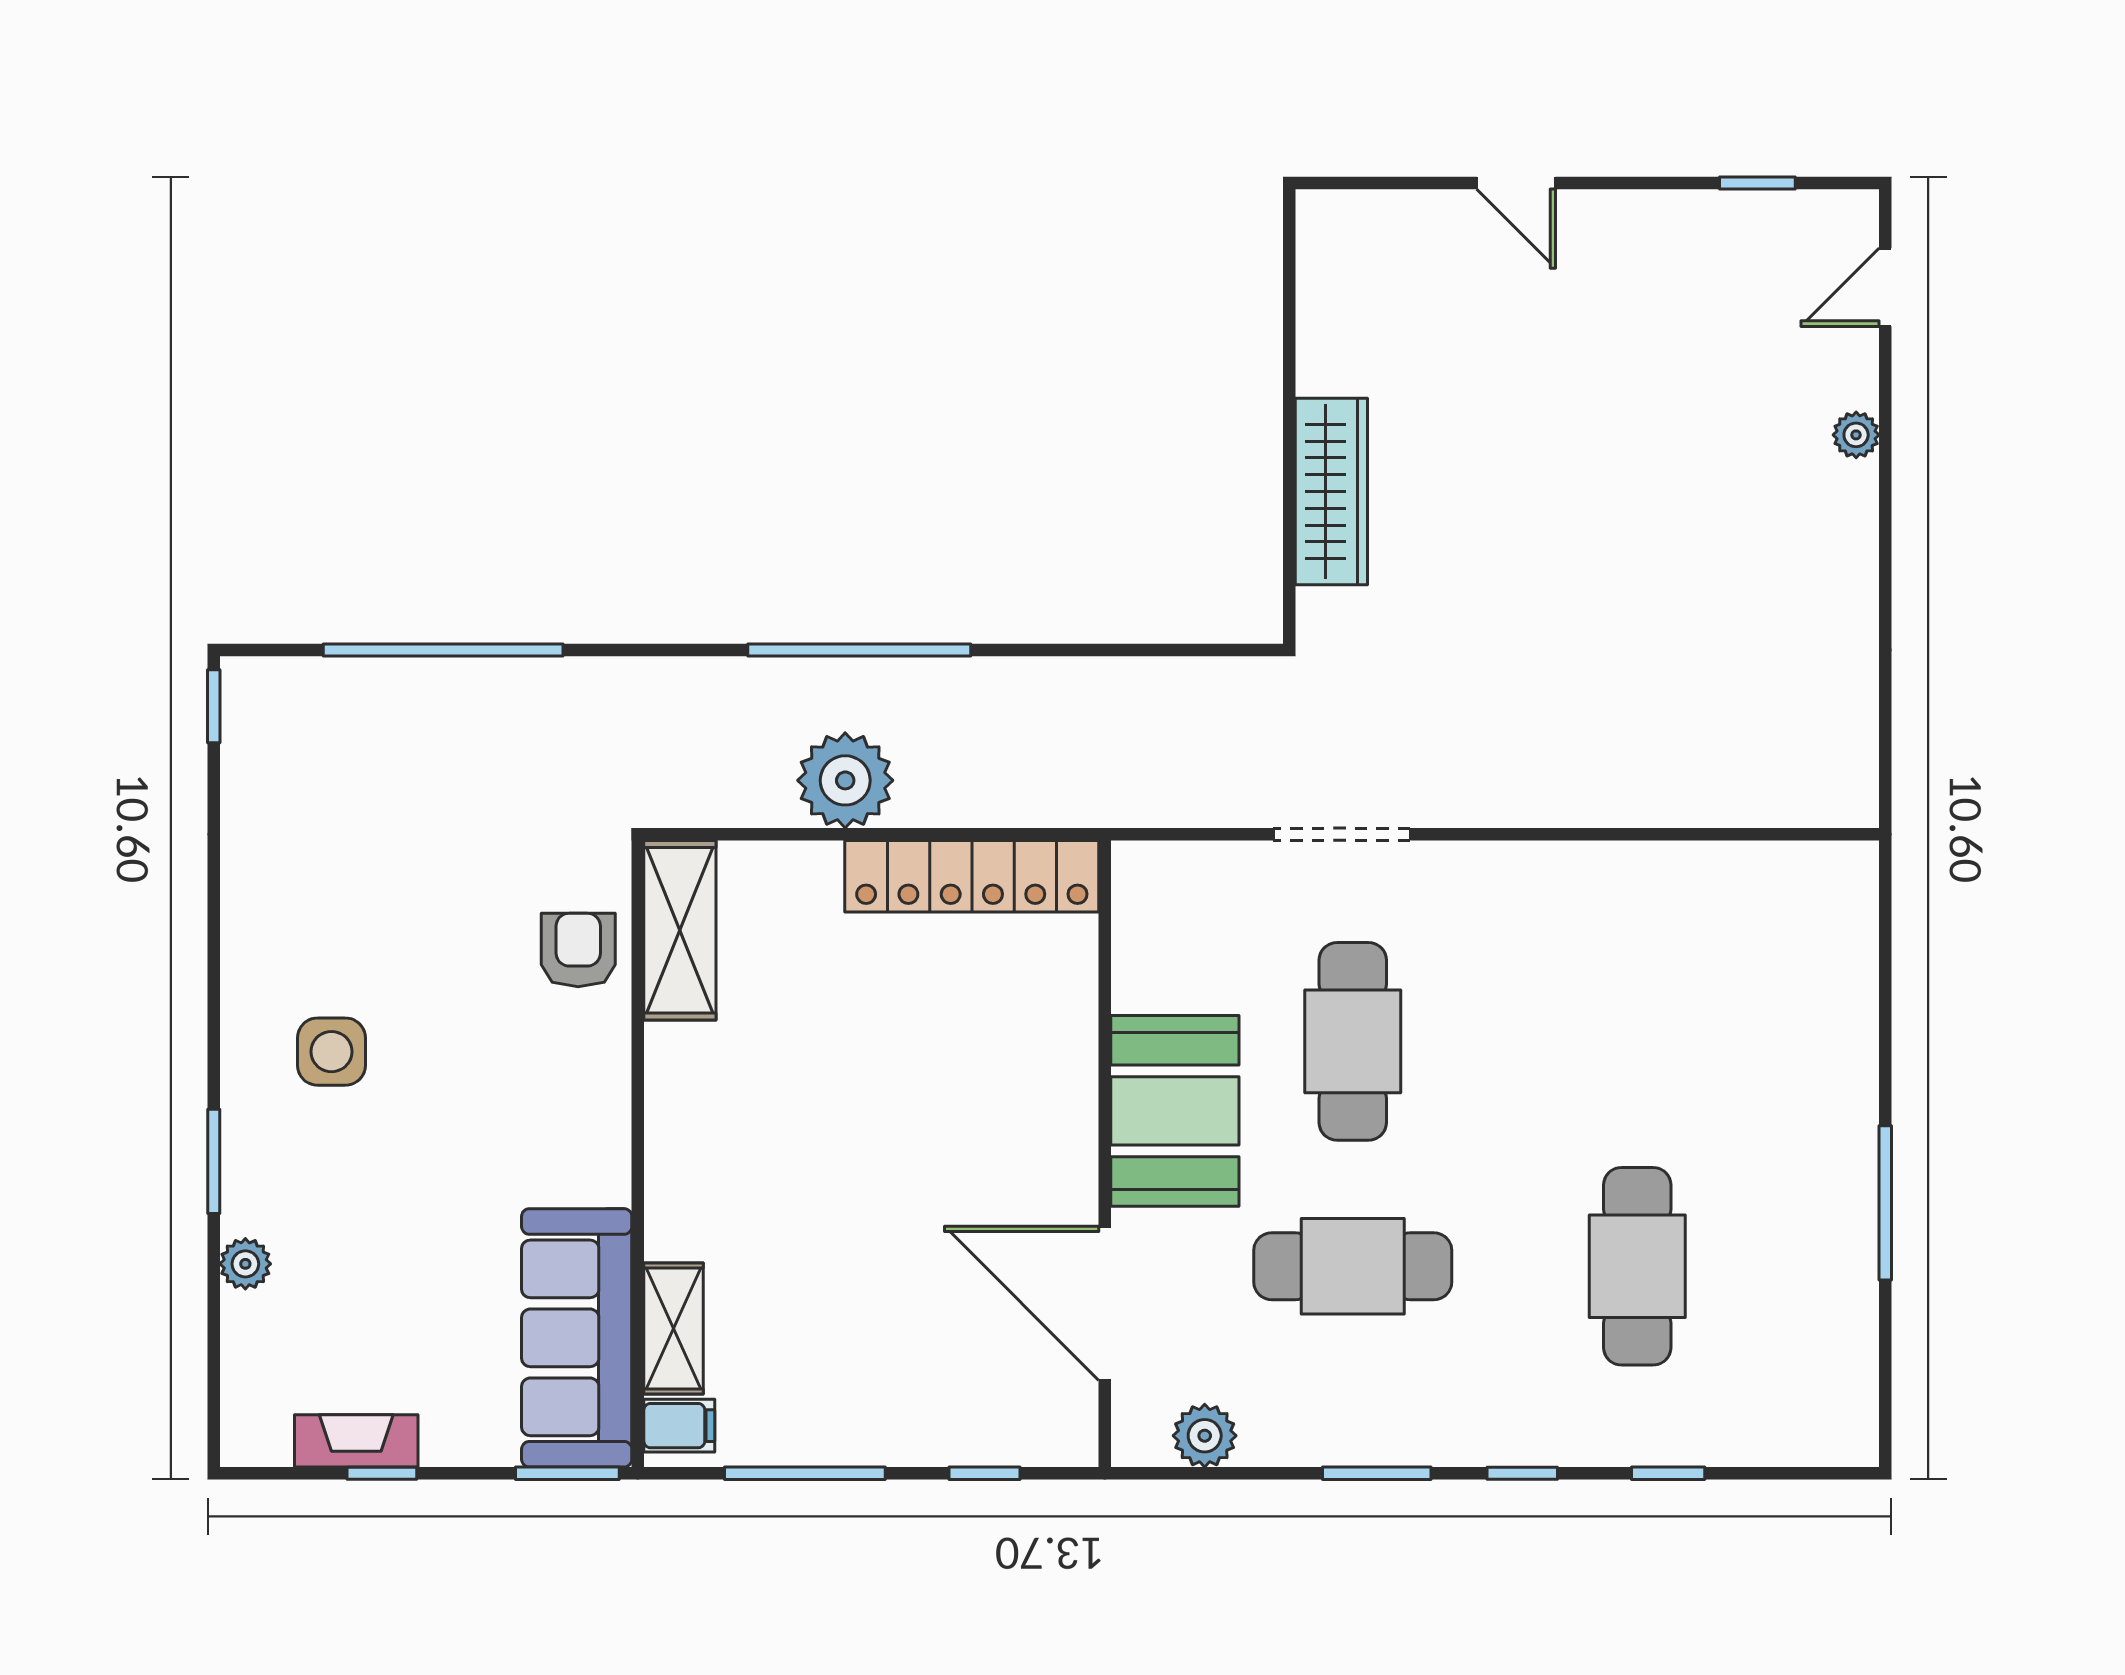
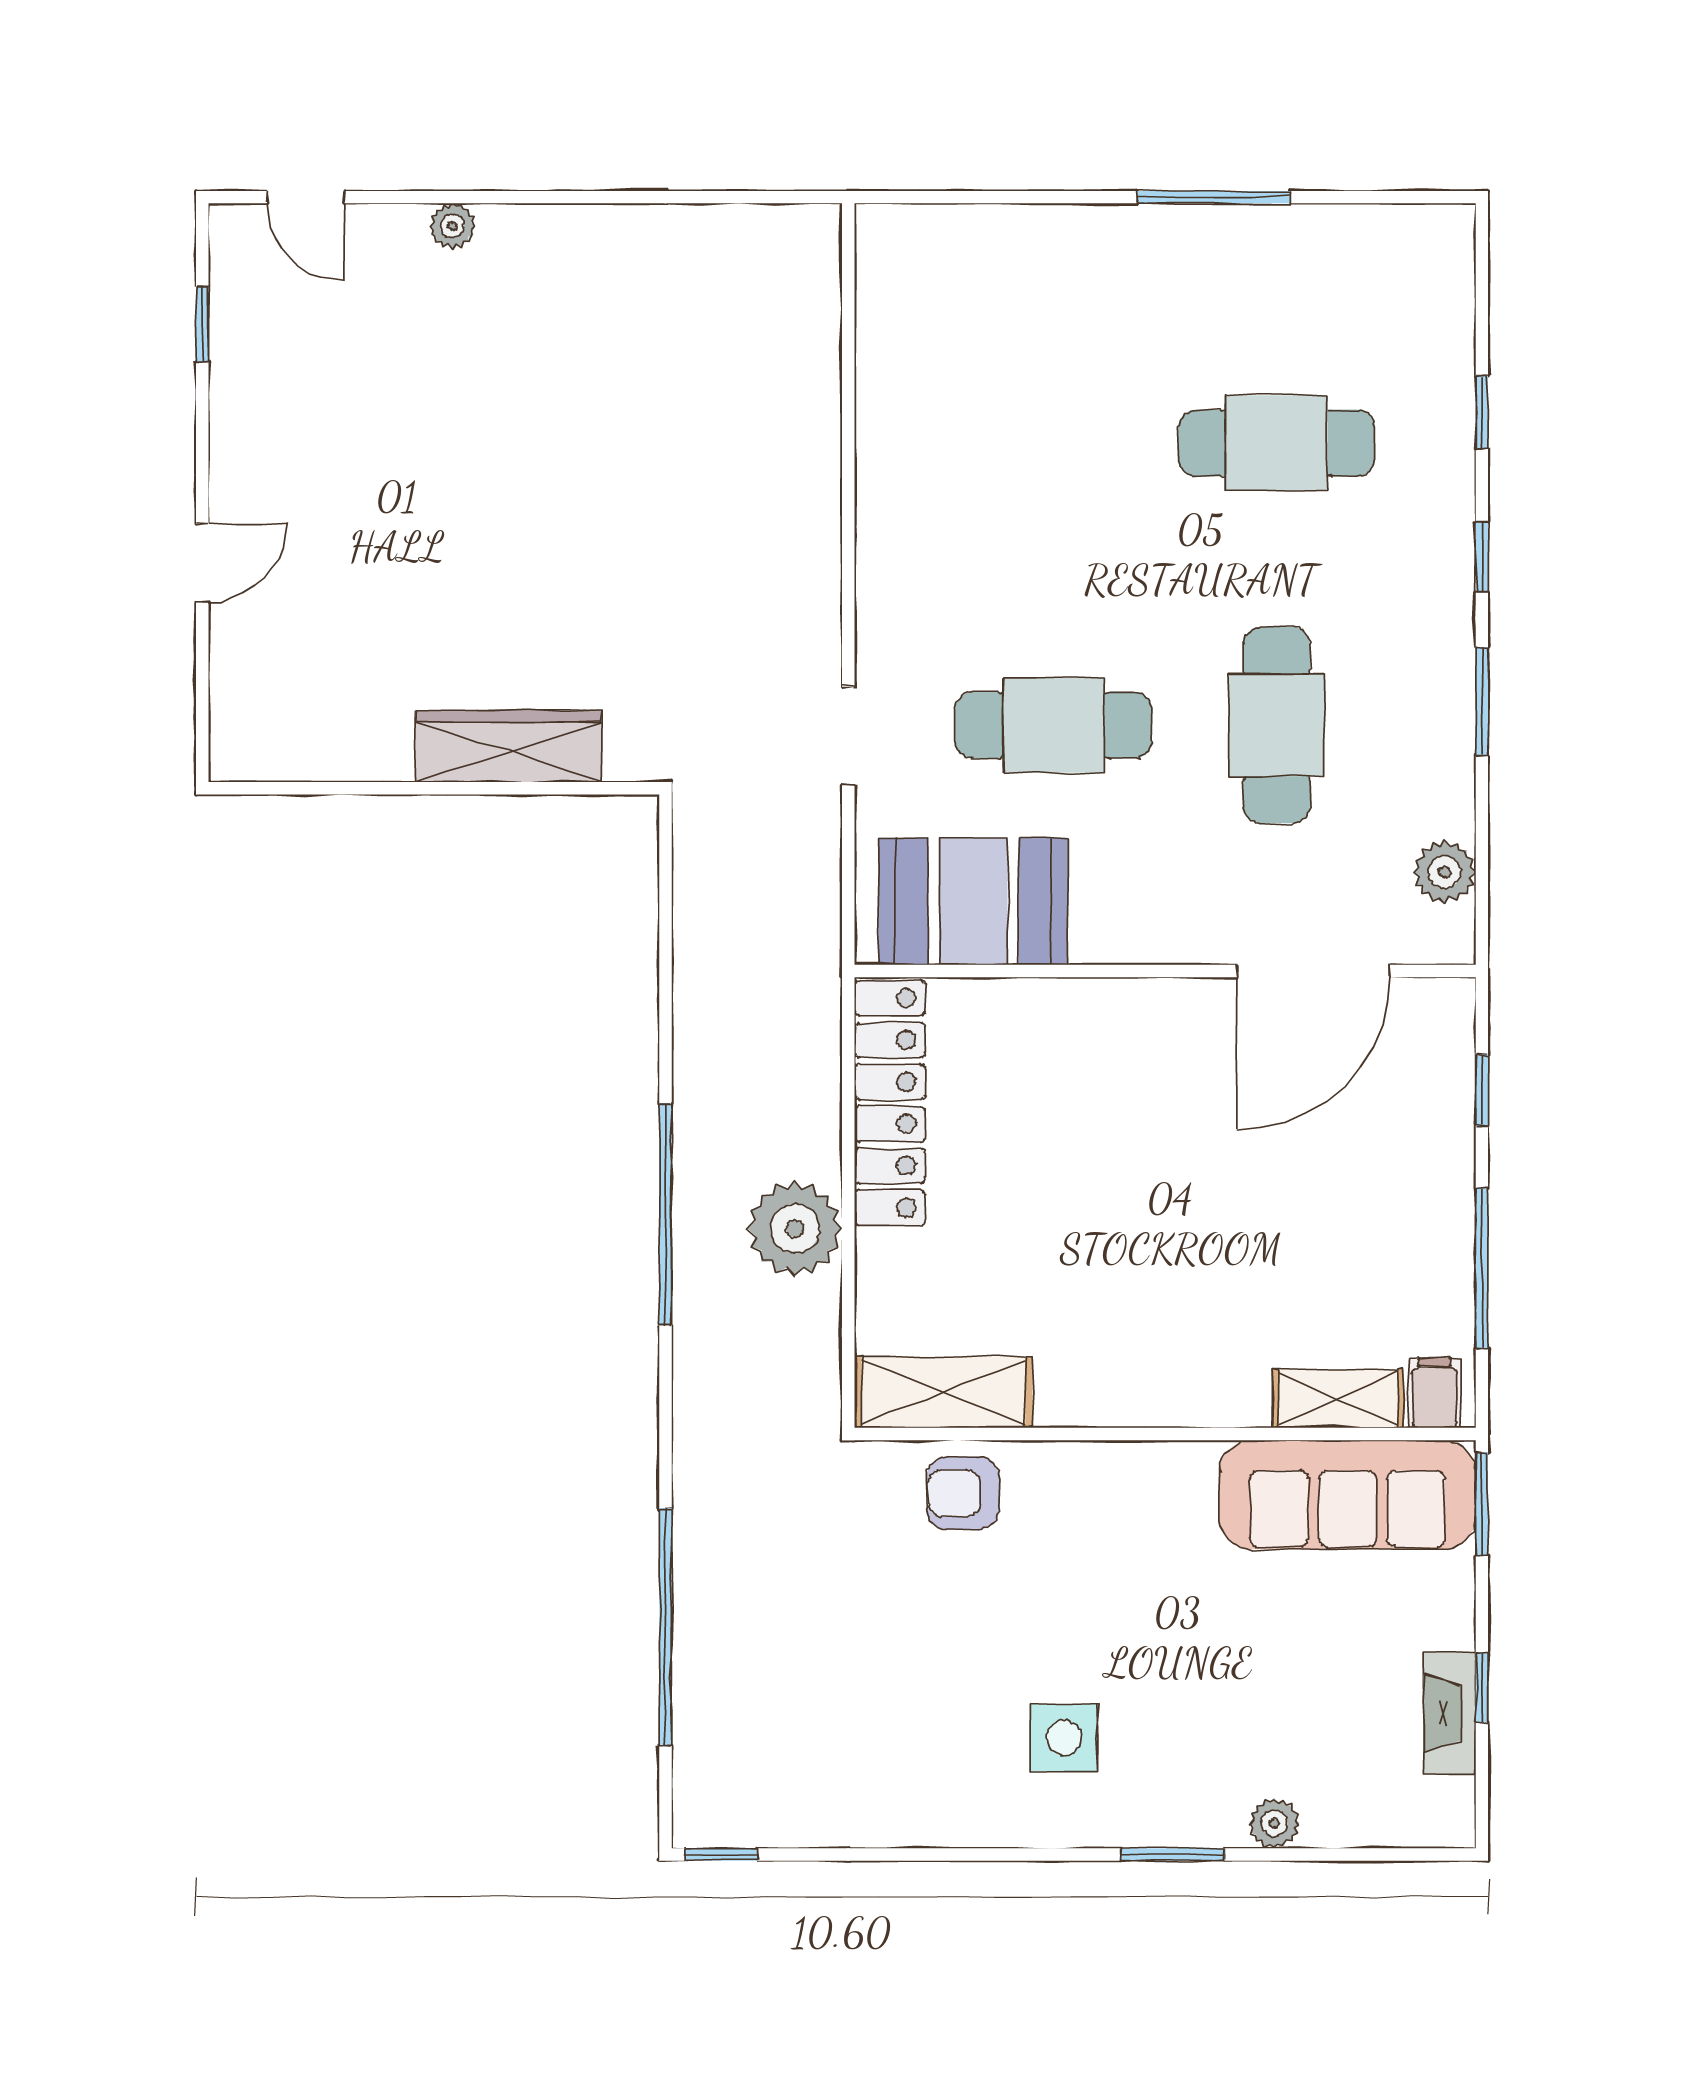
doorway: (1342, 834) -> (848, 736), width x0.73
booth: (1175, 1111) -> (973, 901), moved

